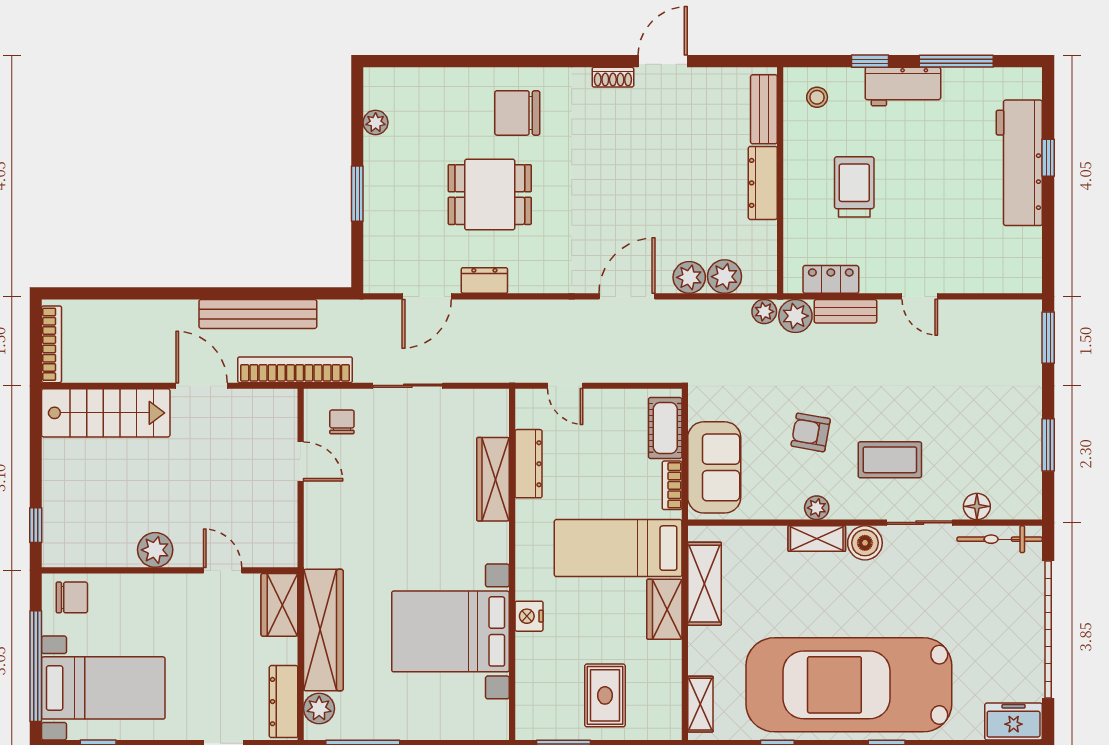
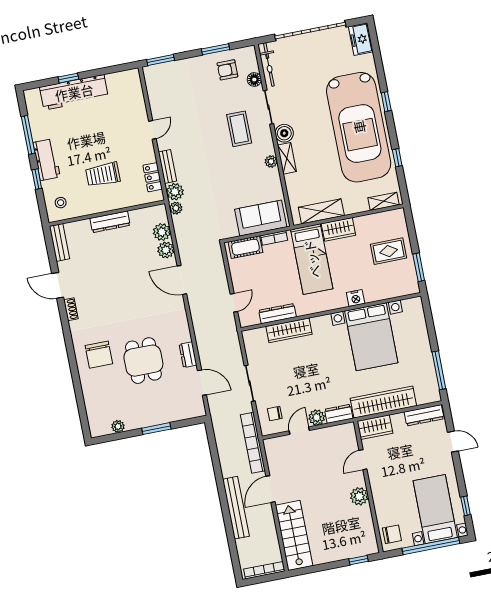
bench: (764, 109) -> (59, 242), moved, turned 90
bench: (258, 314) -> (236, 508), moved
armchair: (811, 432) -> (227, 70), moved, turned 80
dresser: (318, 542) -> (339, 414), added
chair: (72, 597) -> (392, 534), turned 90
plant: (319, 709) -> (317, 417), moved

